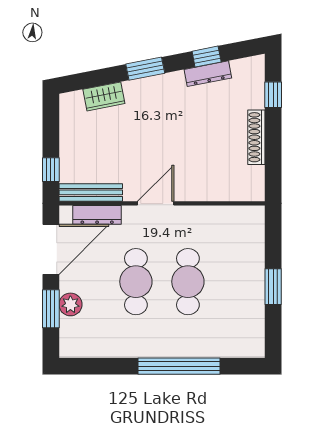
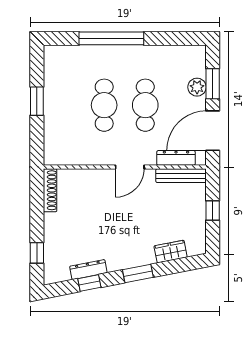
shoe rack: (256, 137) -> (50, 190), moved
window: (51, 170) -> (213, 211), moved

